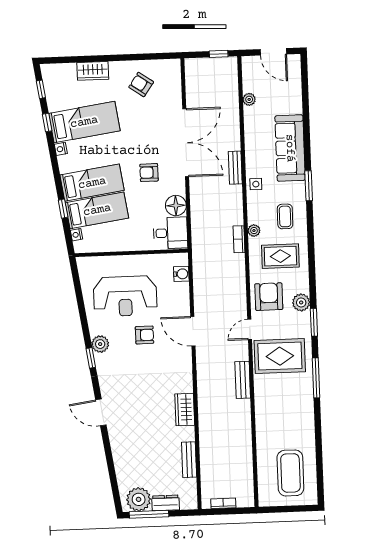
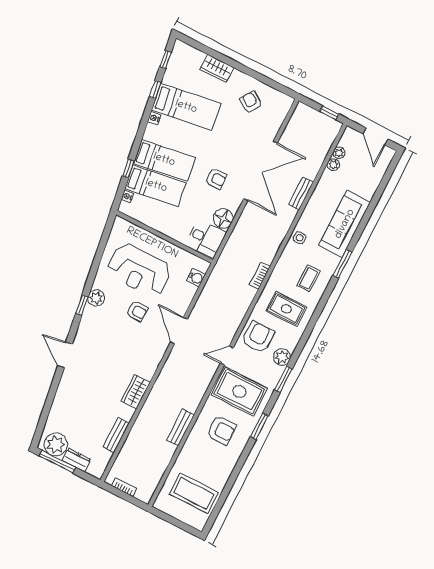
bench: (235, 168) -> (301, 194), moved
armchair: (149, 173) -> (216, 179), turned 180
plant: (254, 231) -> (339, 153), moved
window: (316, 378) -> (259, 426), width x0.69
bench: (243, 380) -> (181, 427), moved
armchair: (283, 401) -> (221, 430), added
coffee table: (290, 473) -> (194, 493), turned 90

